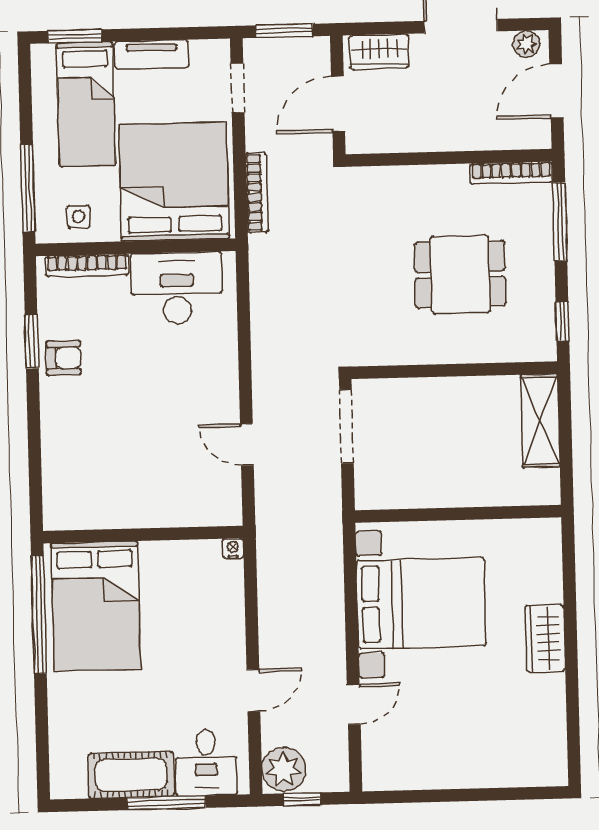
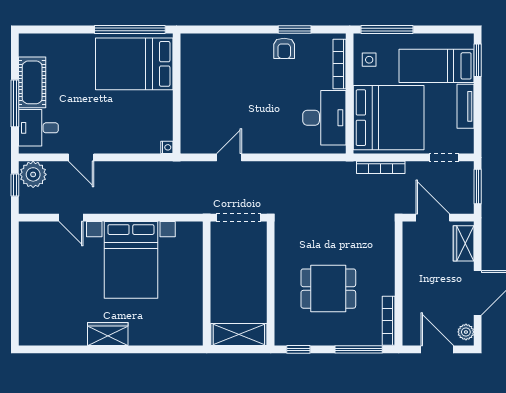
dining table: (460, 274) -> (328, 289), turned 90
wall: (458, 514) -> (207, 284), moved

